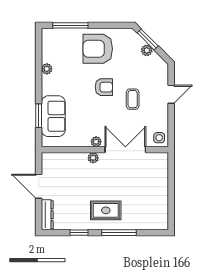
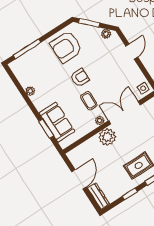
armchair: (98, 49) -> (66, 47), moved
plant: (147, 50) -> (106, 34), moved
coffee table: (133, 99) -> (89, 101), moved
plant: (93, 158) -> (107, 137), width x1.88, depth x1.88
door: (39, 186) -> (79, 179), swing flipped

